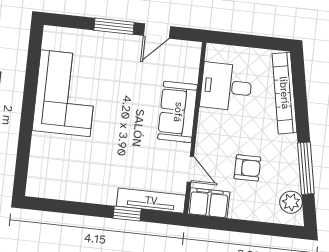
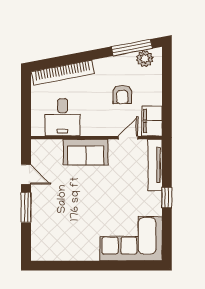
corner sofa: (65, 93) -> (131, 239), moved
armchair: (247, 168) -> (122, 95), turned 180
window: (306, 168) -> (132, 48), moved
window: (127, 214) -> (167, 198), moved

